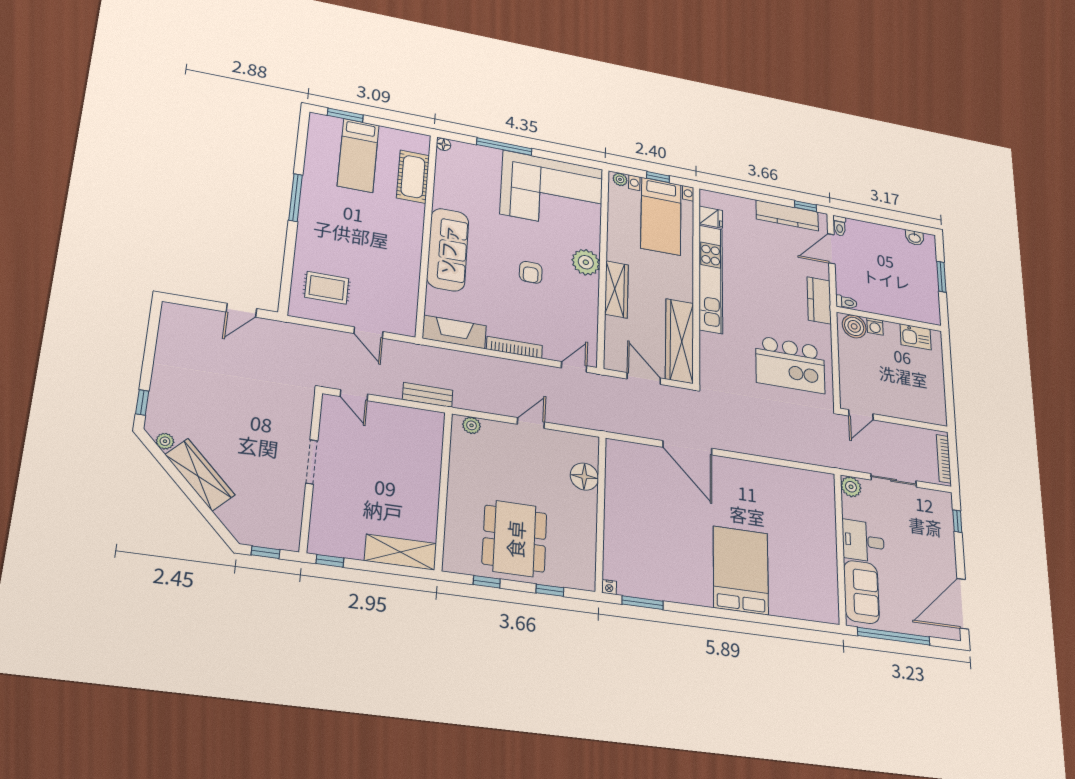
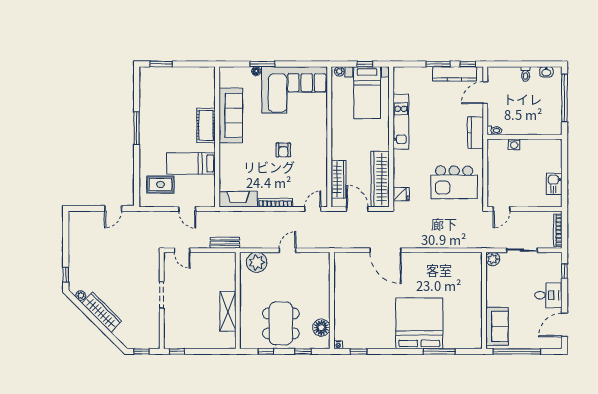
floor lamp: (444, 144) -> (256, 71), moved
window: (504, 147) -> (262, 64), width x0.69
bed: (358, 155) -> (191, 163), moved, turned 90
cot: (413, 177) -> (206, 125), moved
window: (764, 198) -> (438, 64), added
fridge: (711, 217) -> (401, 194), moved
toilet: (840, 226) -> (525, 74), moved
sofa: (448, 250) -> (231, 115), moved
plant: (586, 262) -> (318, 136), removed
window: (941, 277) -> (564, 98), width x2.11
kitchen unit: (711, 279) -> (401, 122), width x0.73
wardrobe: (616, 289) -> (339, 179), moved
boiler: (854, 326) -> (499, 147), removed
kitchen sink: (916, 337) -> (554, 184), moved, turned 90
plant: (472, 425) -> (257, 262), width x1.87, depth x1.87
floor lamp: (584, 477) -> (321, 328), moved
desk: (863, 541) -> (548, 295), moved, turned 180
shelving: (401, 552) -> (228, 311), moved, turned 90
bed: (741, 570) -> (419, 323), width x1.36
window: (643, 603) -> (358, 351), width x0.67
door: (963, 604) -> (564, 325), width x0.73
window: (773, 620) -> (439, 351), added

